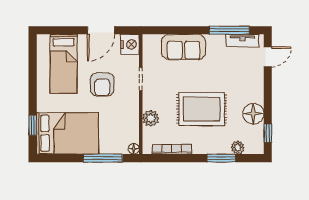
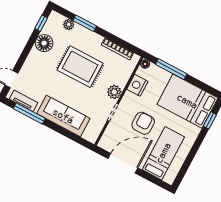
door: (101, 30) -> (123, 163), width x1.36
nightstand: (130, 44) -> (137, 85), moved
sofa: (184, 47) -> (63, 116), width x1.36
plant: (151, 118) -> (114, 92), moved

